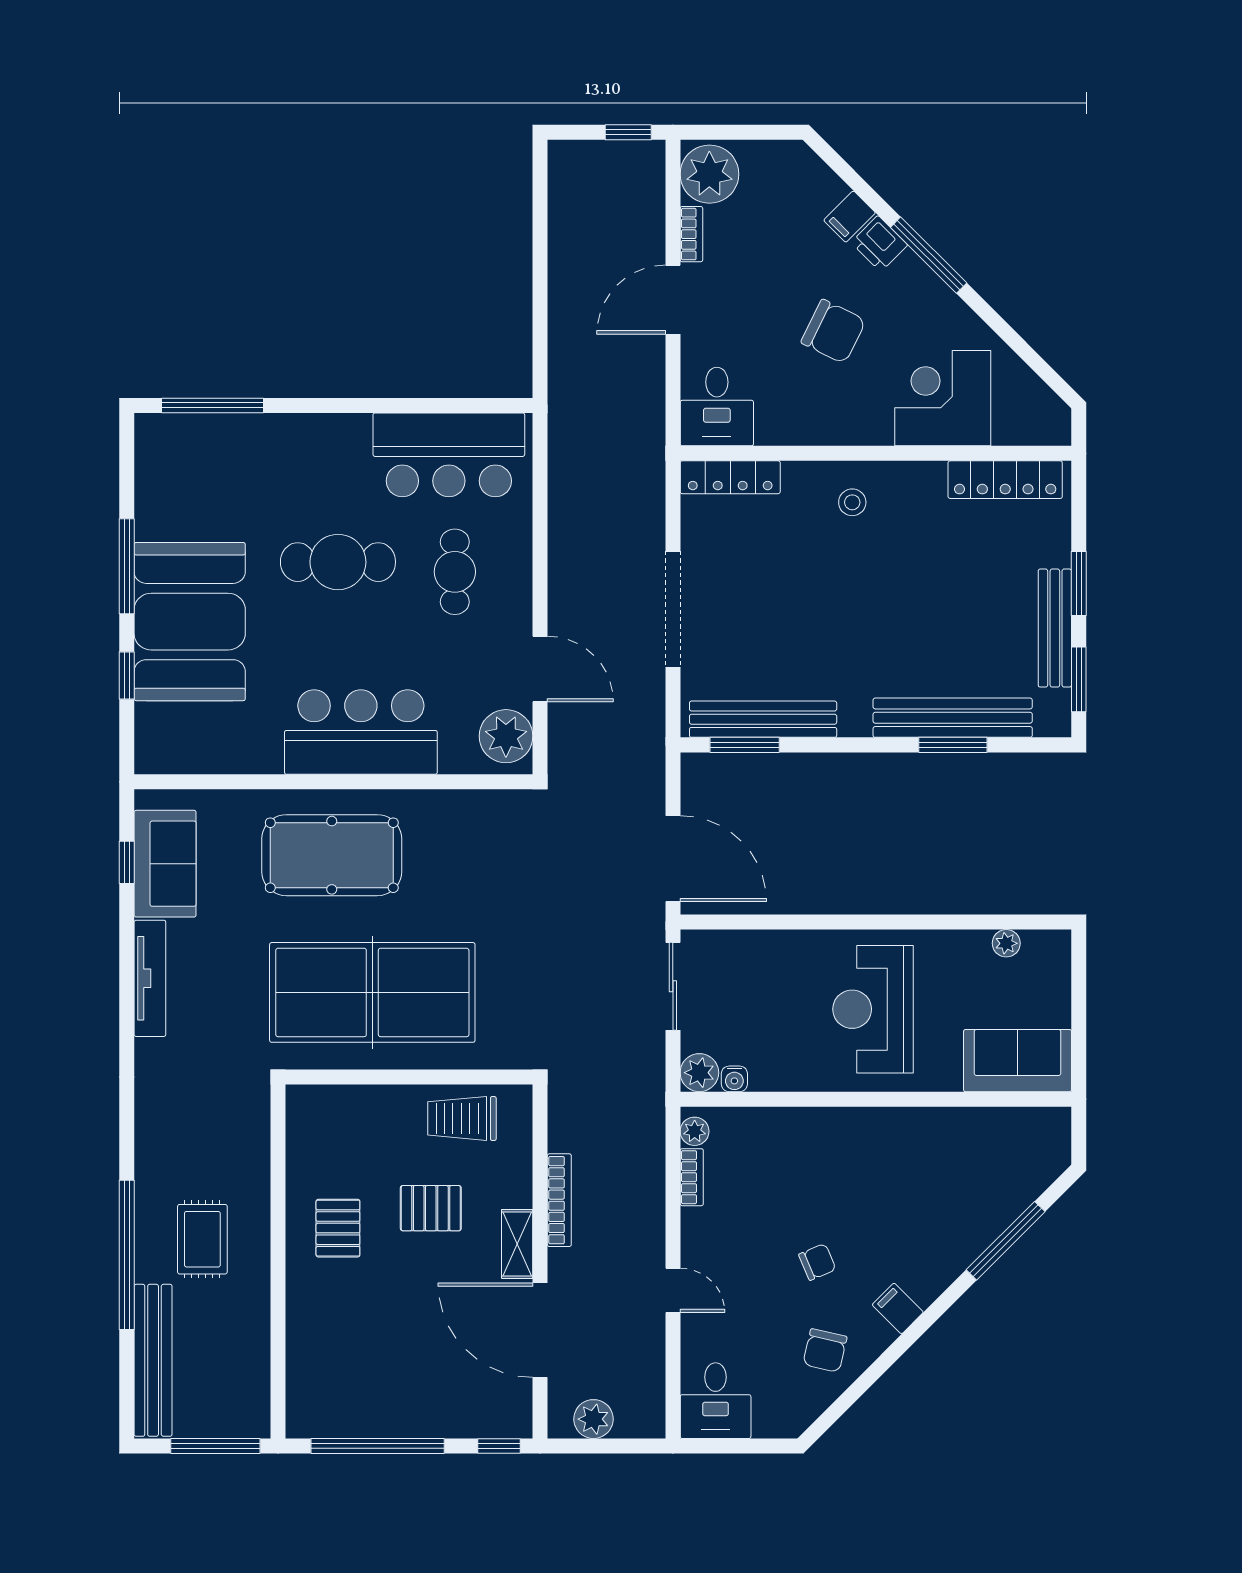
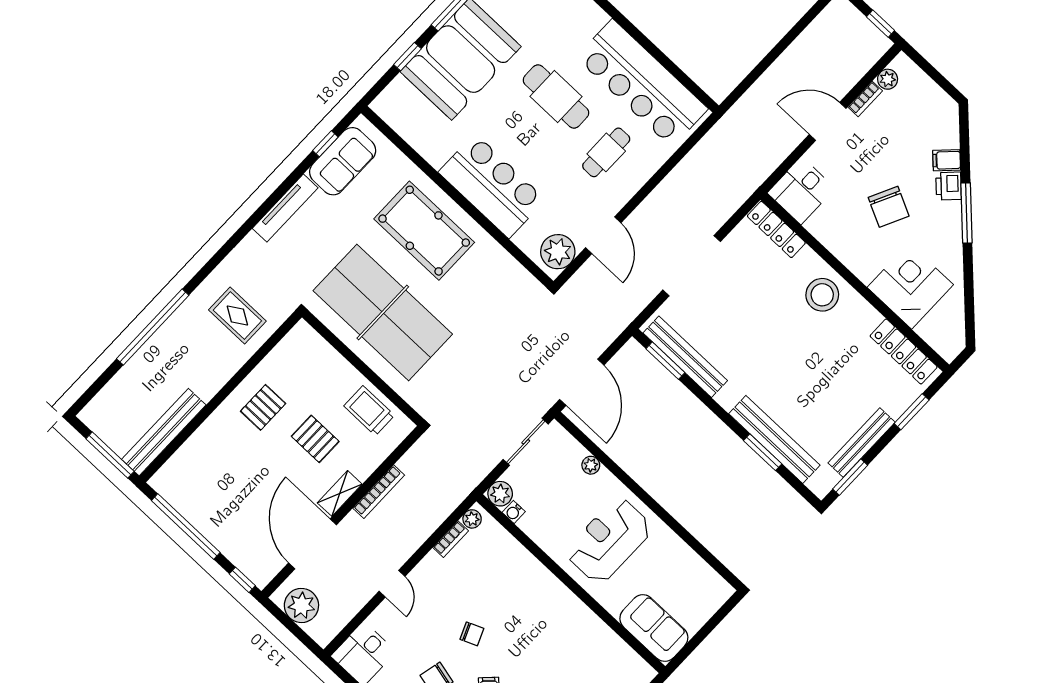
plant: (709, 174) -> (888, 79), width x0.53, depth x0.53
bar counter: (449, 455) -> (642, 83), width x1.36
stool: (852, 502) -> (822, 295), width x1.89, depth x1.89
window: (1079, 583) -> (912, 412), moved
plant: (1006, 943) -> (591, 465), moved
rug: (202, 1239) -> (237, 316), moved, turned 90
bench: (153, 1360) -> (164, 432), moved
plant: (593, 1419) -> (301, 605), width x1.36, depth x1.36

